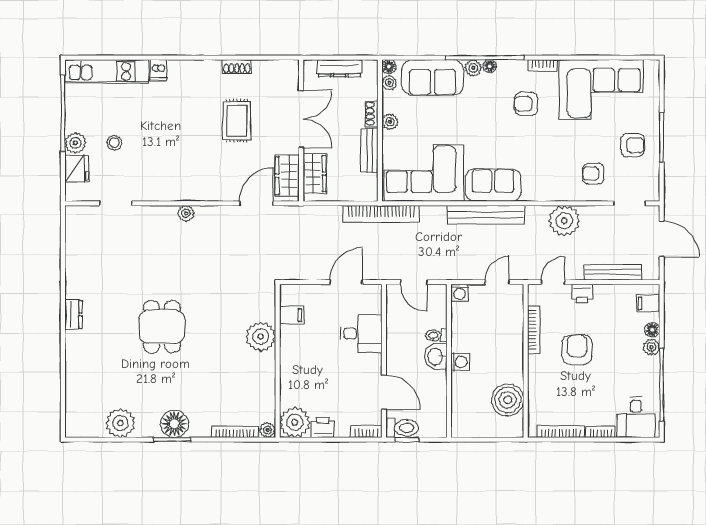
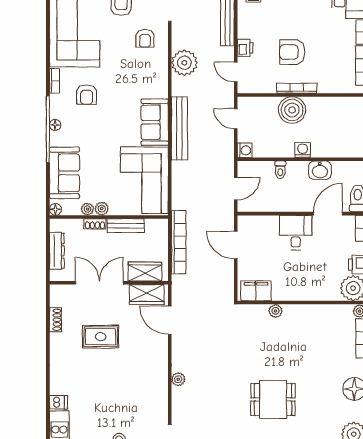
shoe rack: (237, 67) -> (55, 320), moved
plant: (473, 68) -> (56, 139), removed
plant: (389, 83) -> (87, 209), moved
bookcase: (381, 214) -> (179, 242), moved
filing cabinet: (292, 315) -> (256, 291), width x2.00
bookcase: (534, 330) -> (297, 88), moved
desk: (361, 333) -> (296, 233), moved
plant: (261, 337) -> (275, 311), width x0.53, depth x0.53
washbasin: (436, 357) -> (320, 170), moved
boiler: (508, 400) -> (292, 110), moved

